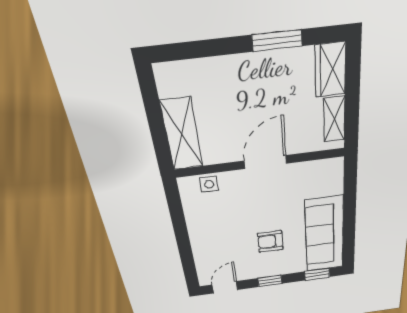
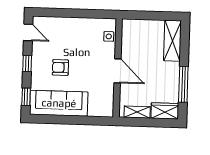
window: (277, 40) -> (183, 84), width x1.44
shelving: (182, 134) -> (172, 41), moved, turned 90
armchair: (270, 241) -> (60, 68), turned -90

